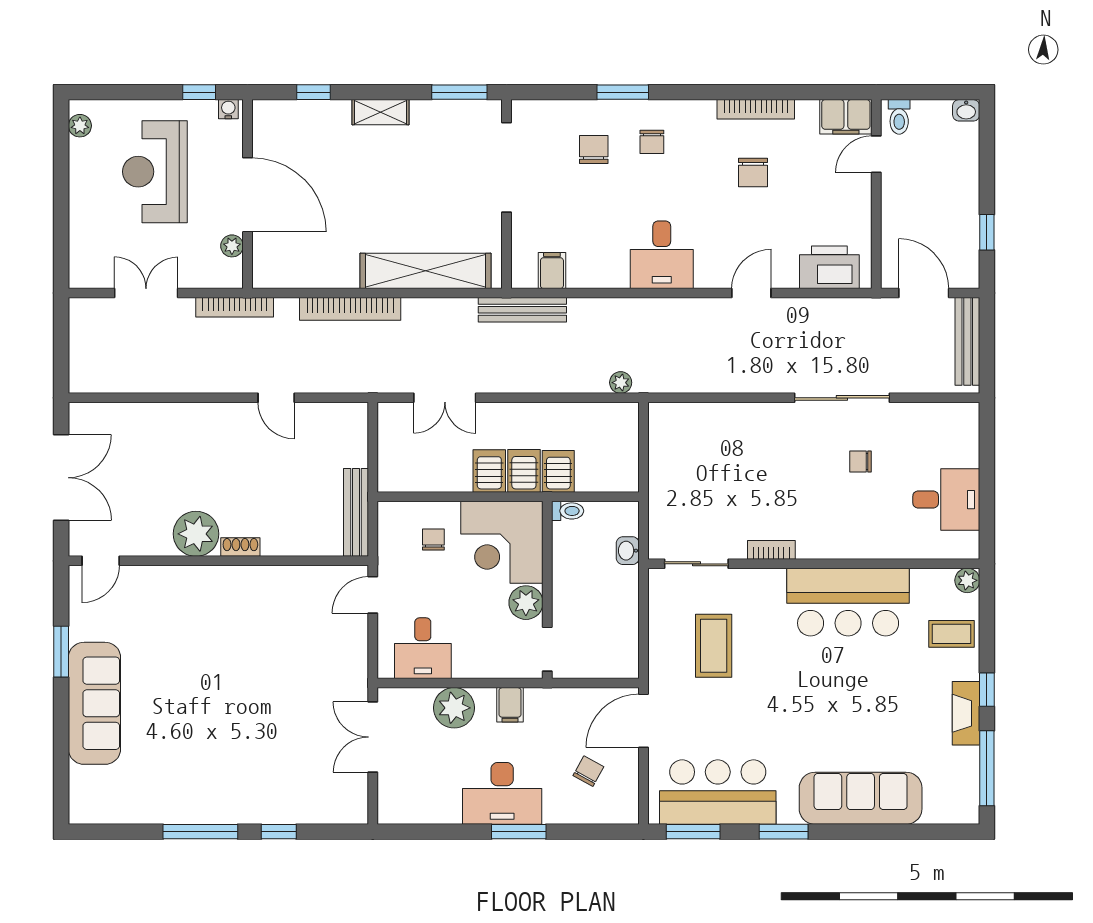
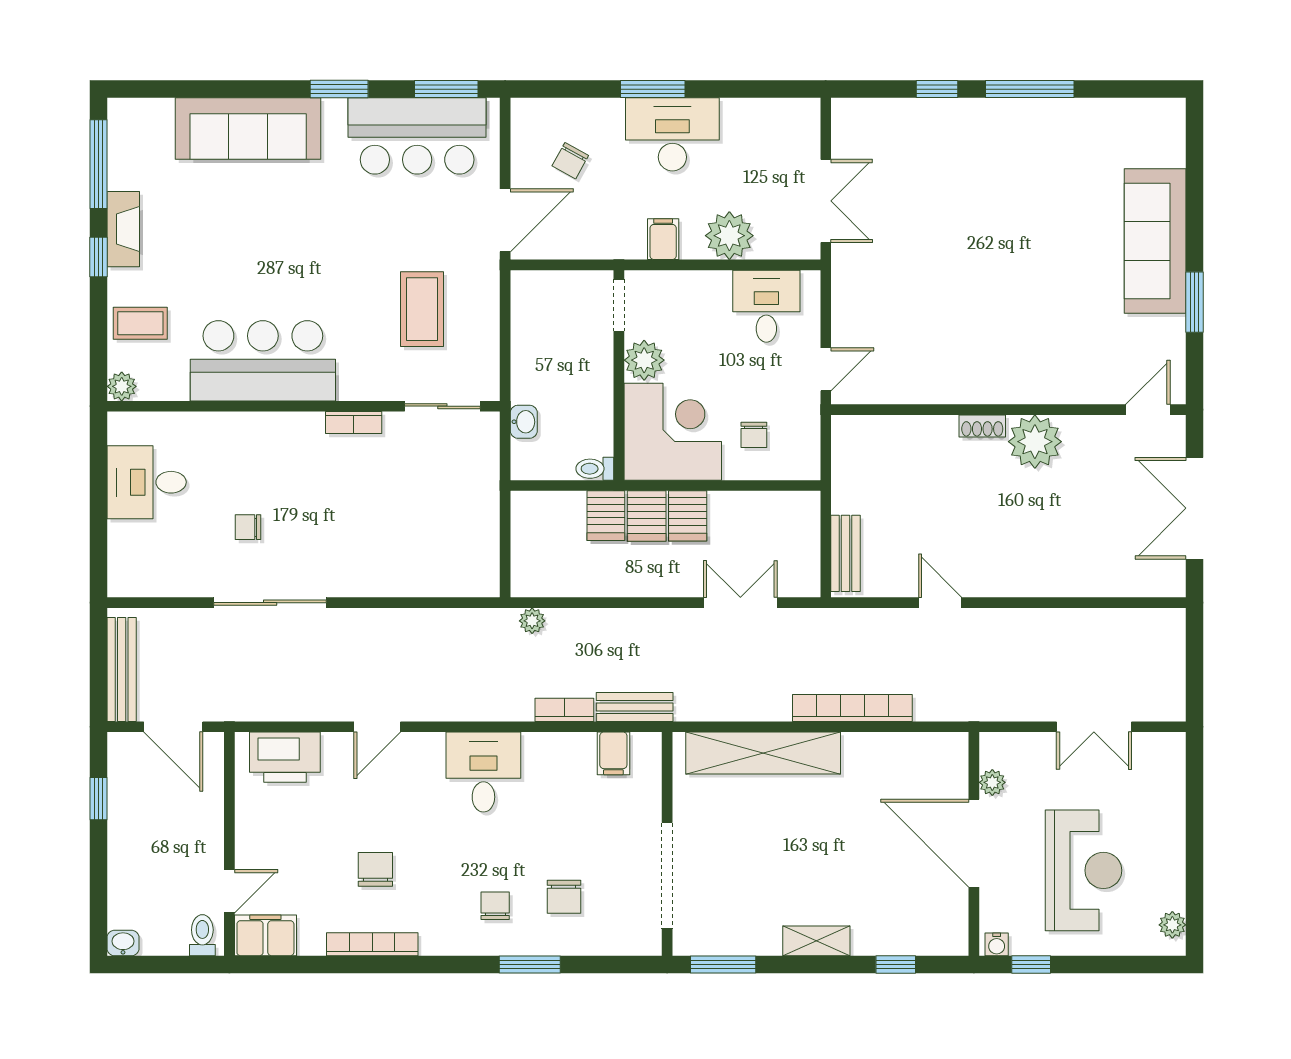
bookcase: (235, 307) -> (564, 710), moved, width x0.64
bench: (522, 310) -> (635, 707), width x0.73
chair: (861, 462) -> (248, 527), turned 180
bench: (356, 512) -> (845, 553), moved, width x0.73

